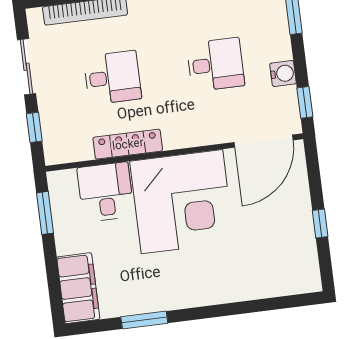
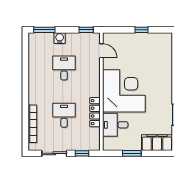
water cooler: (283, 73) -> (60, 38), moved
door: (264, 141) -> (101, 51), width x0.53
window: (45, 213) -> (132, 153), moved

